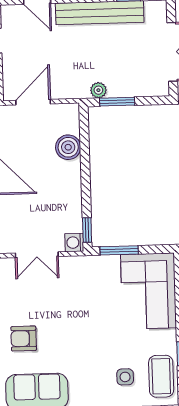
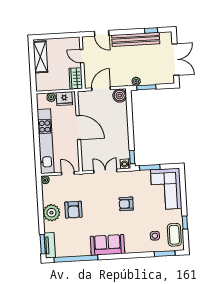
boiler: (68, 147) -> (120, 96), moved
double door: (37, 255) -> (105, 171), swing flipped
armchair: (24, 339) -> (126, 204), moved

